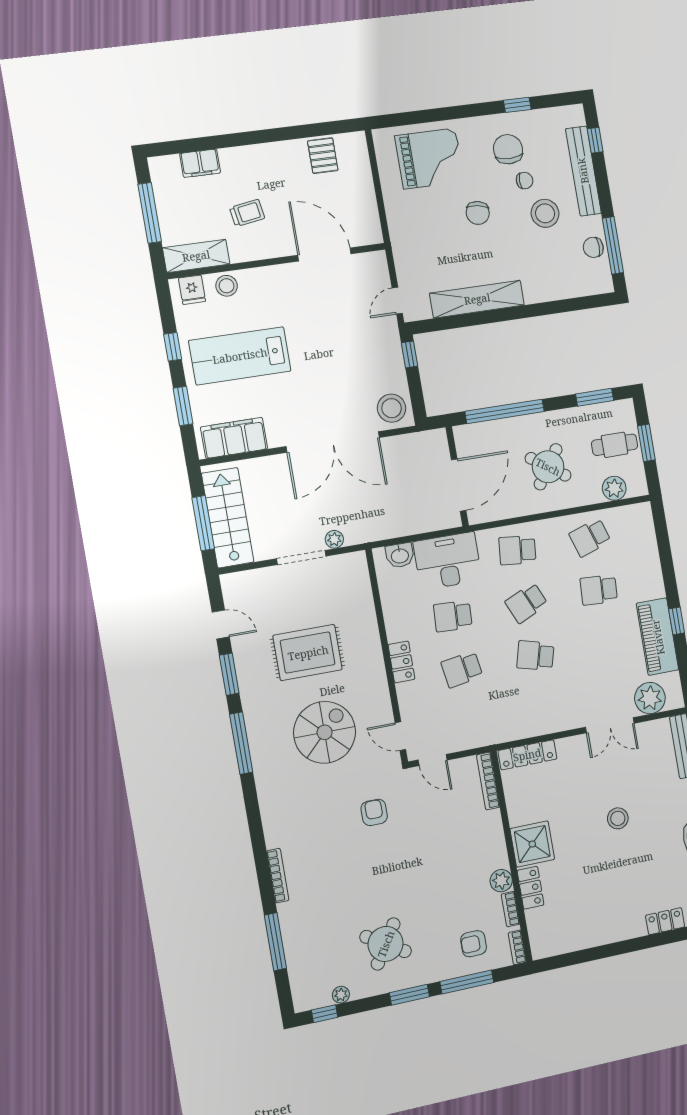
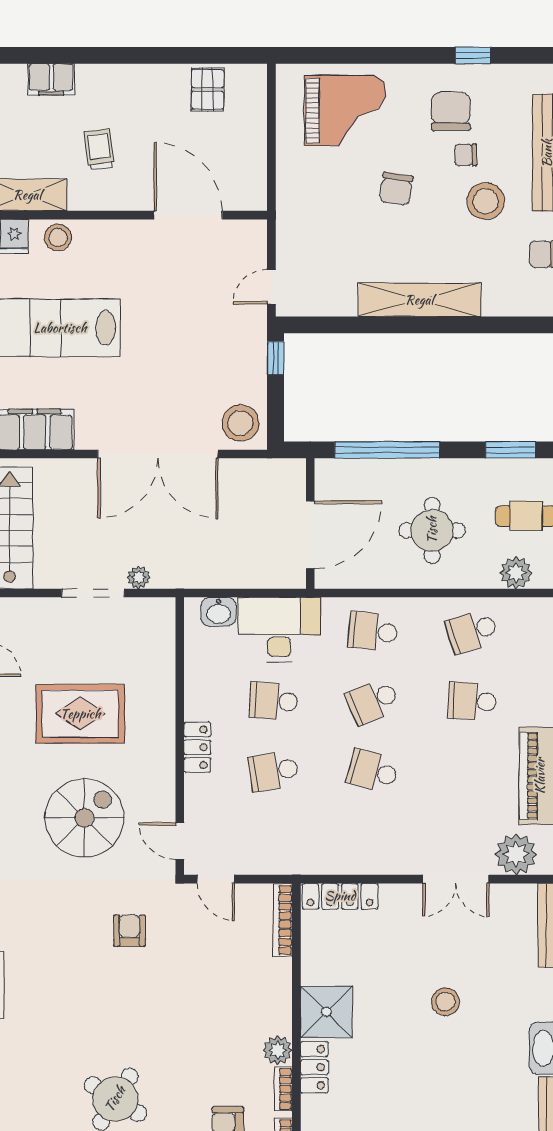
chair: (525, 181) -> (466, 155), turned 180
trolley: (247, 213) -> (99, 149), turned -88
shelving: (477, 299) -> (419, 300), moved
round table: (548, 467) -> (432, 530), turned -35

